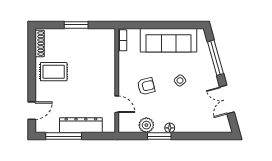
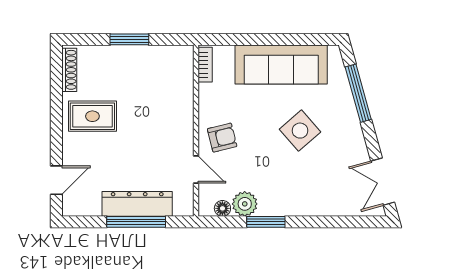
side table: (180, 80) -> (300, 131), width x1.87, depth x1.87
armchair: (146, 86) -> (222, 138), moved
double door: (227, 99) -> (383, 182), moved
floor lamp: (170, 128) -> (222, 208), moved
window: (64, 136) -> (136, 222), moved

